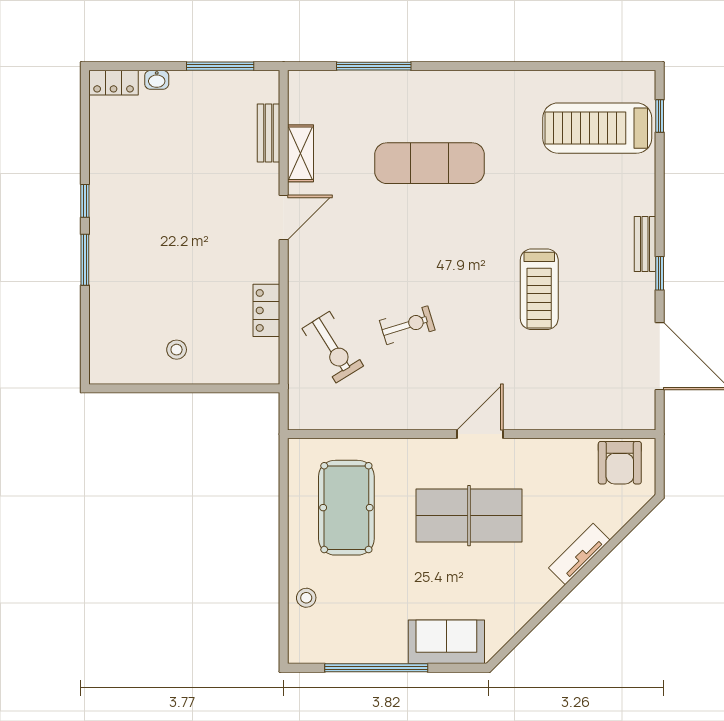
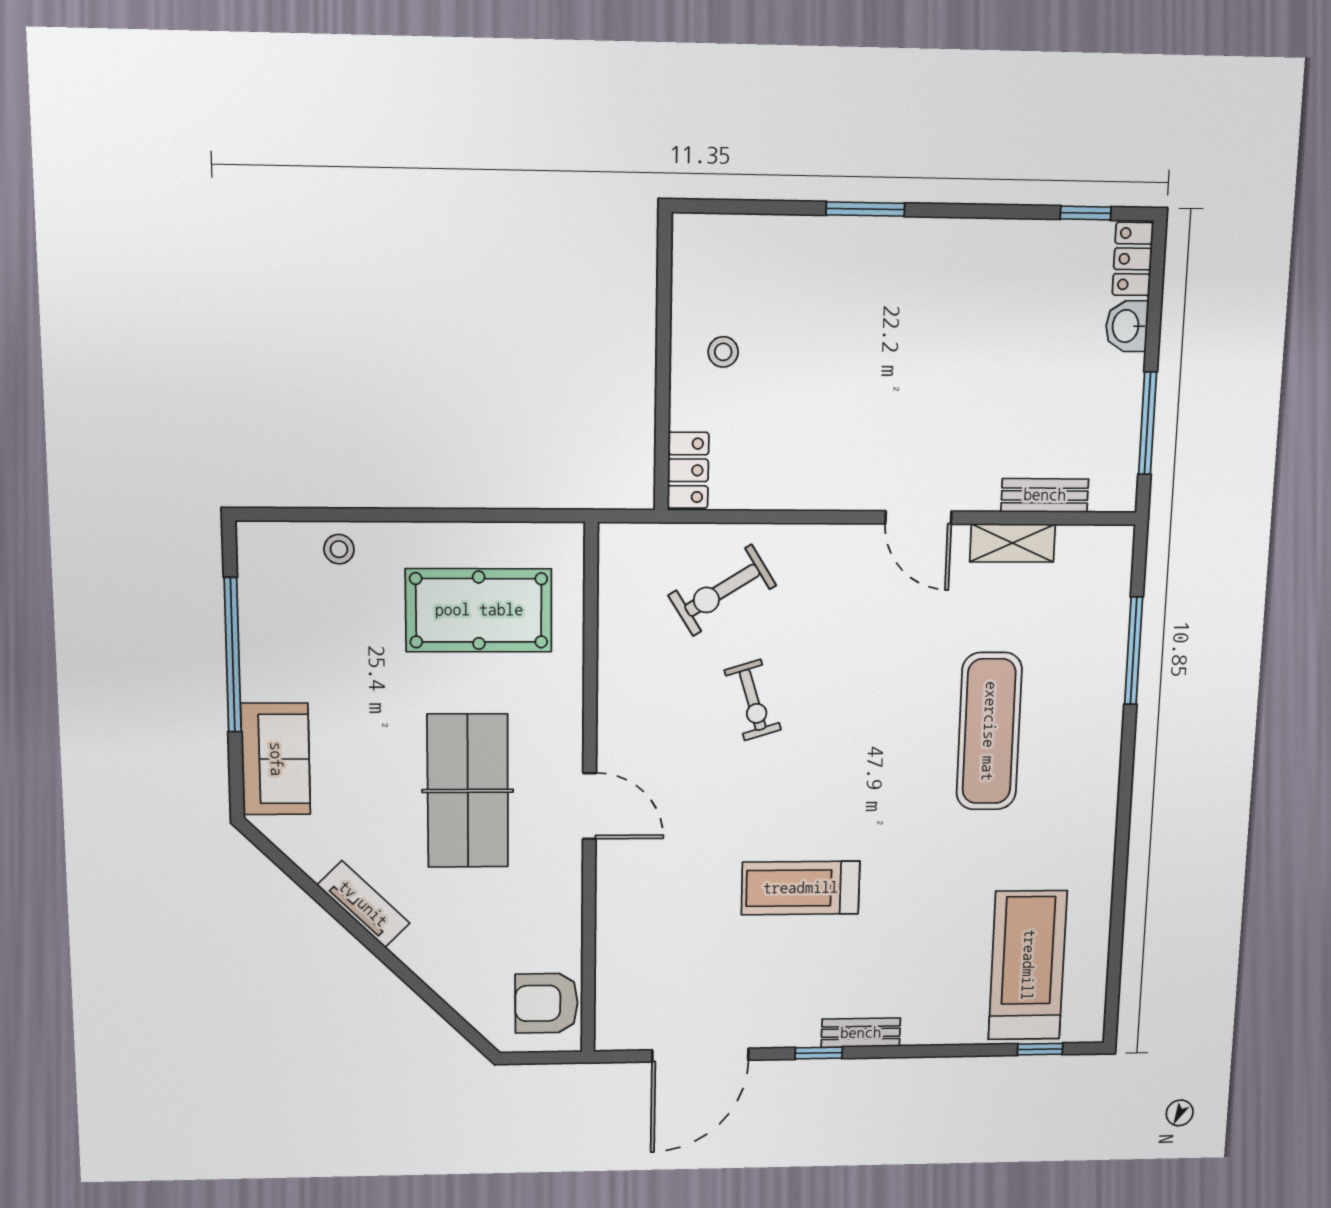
washbasin: (157, 80) -> (1127, 326), width x1.38, depth x1.45
window: (85, 201) -> (1086, 213), moved
locker: (266, 310) -> (688, 470), moved, turned 90
tv unit: (579, 554) -> (363, 904), moved

